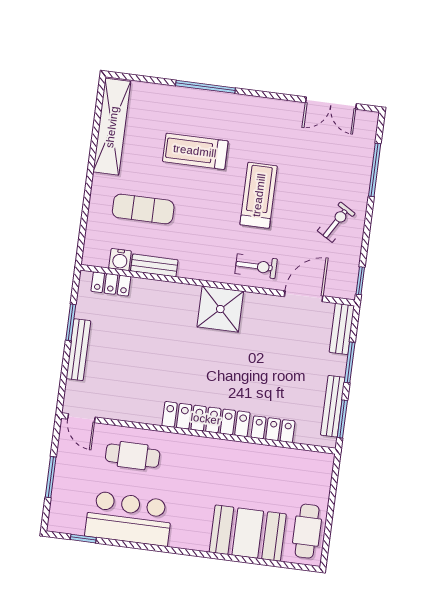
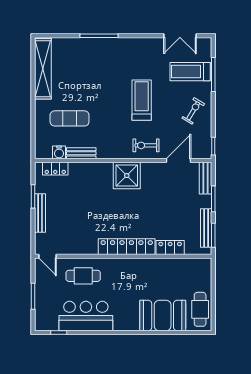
treadmill: (195, 151) -> (190, 72), moved
exercise bike: (256, 266) -> (146, 145), turned 180

